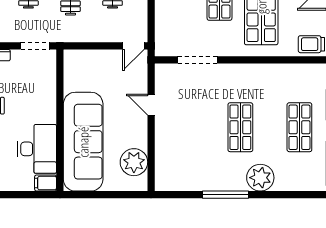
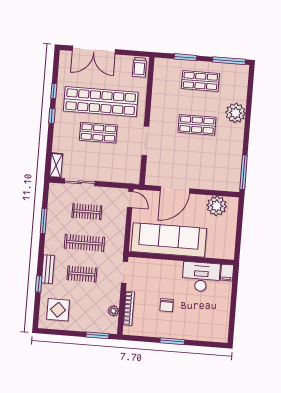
doorway: (197, 60) -> (145, 141), moved
door: (151, 105) -> (175, 190), width x1.88
sofa: (83, 142) -> (169, 240), moved
window: (225, 195) -> (244, 172), moved

